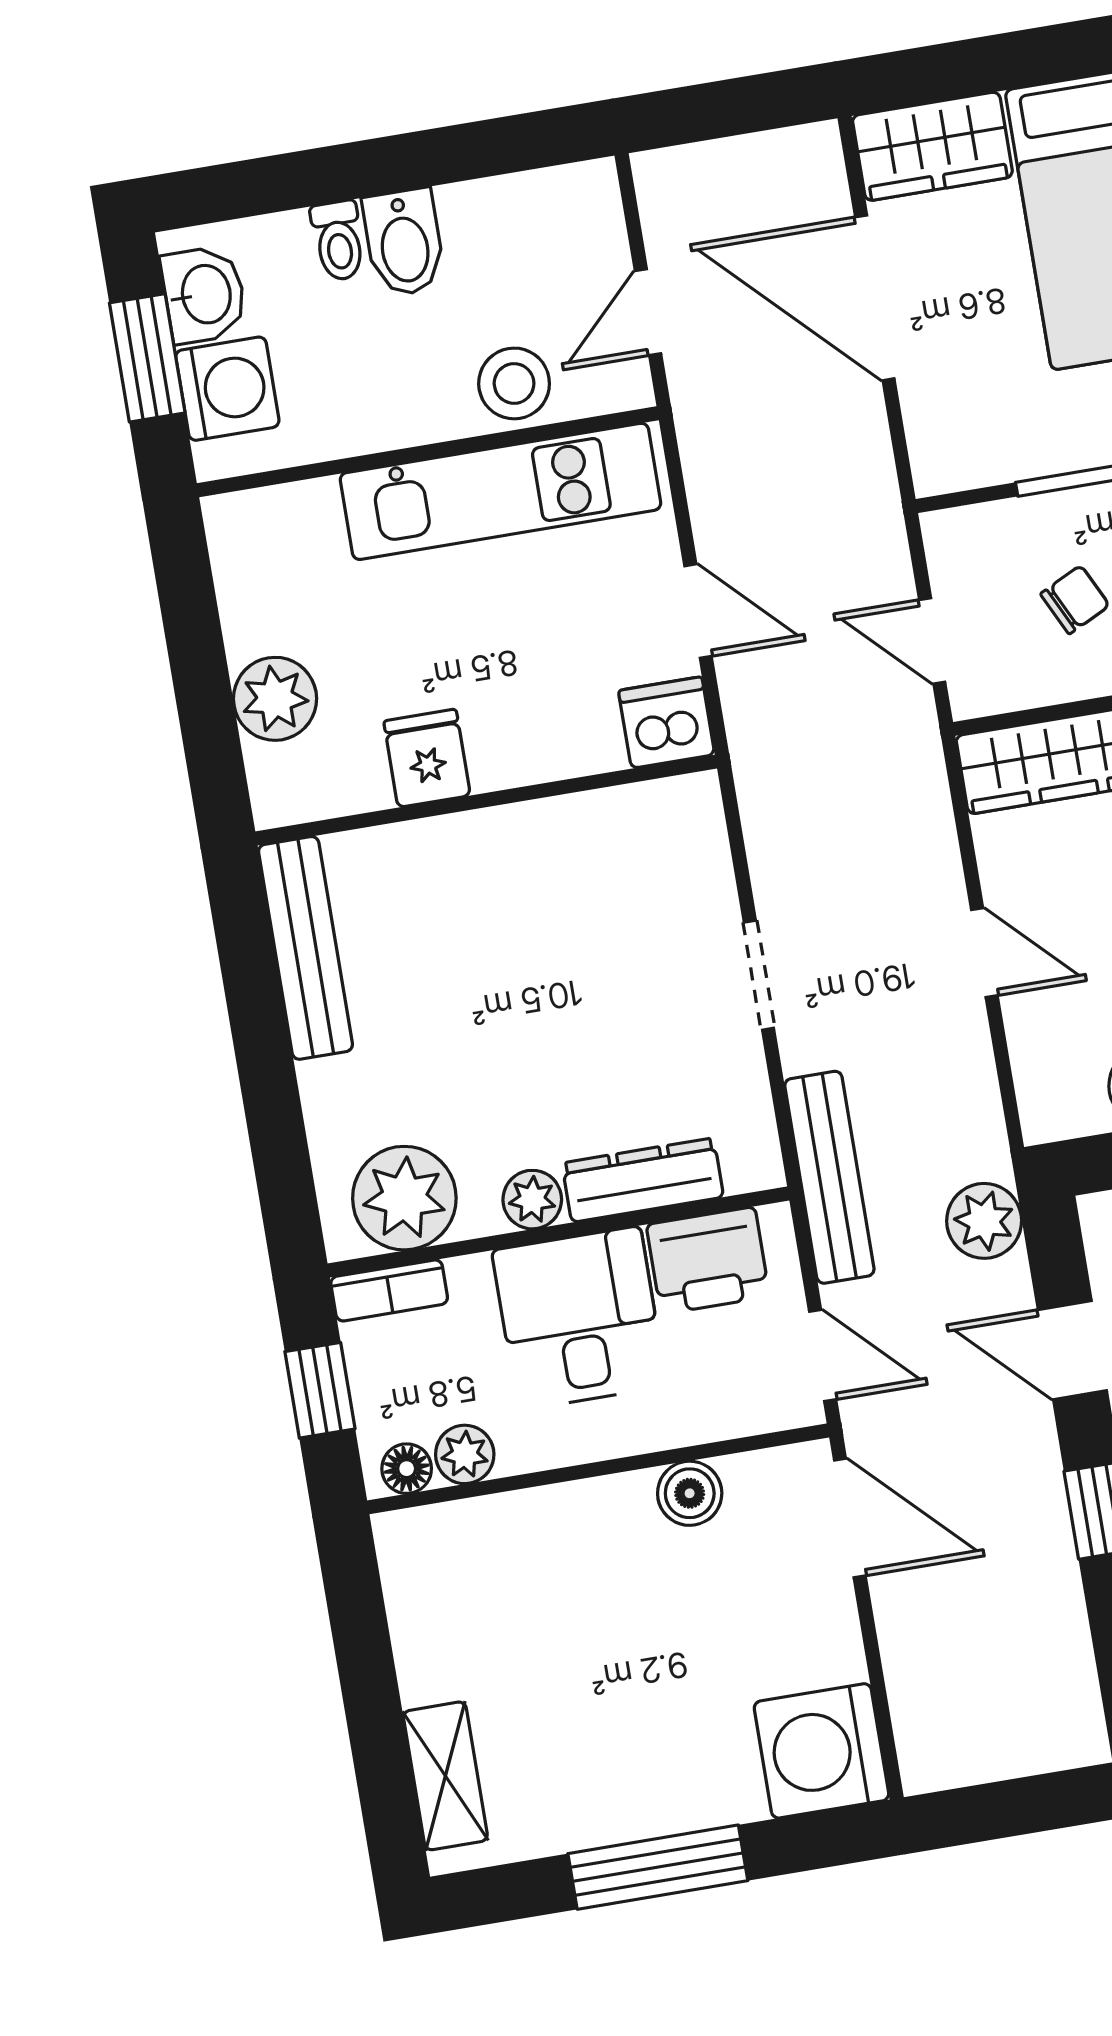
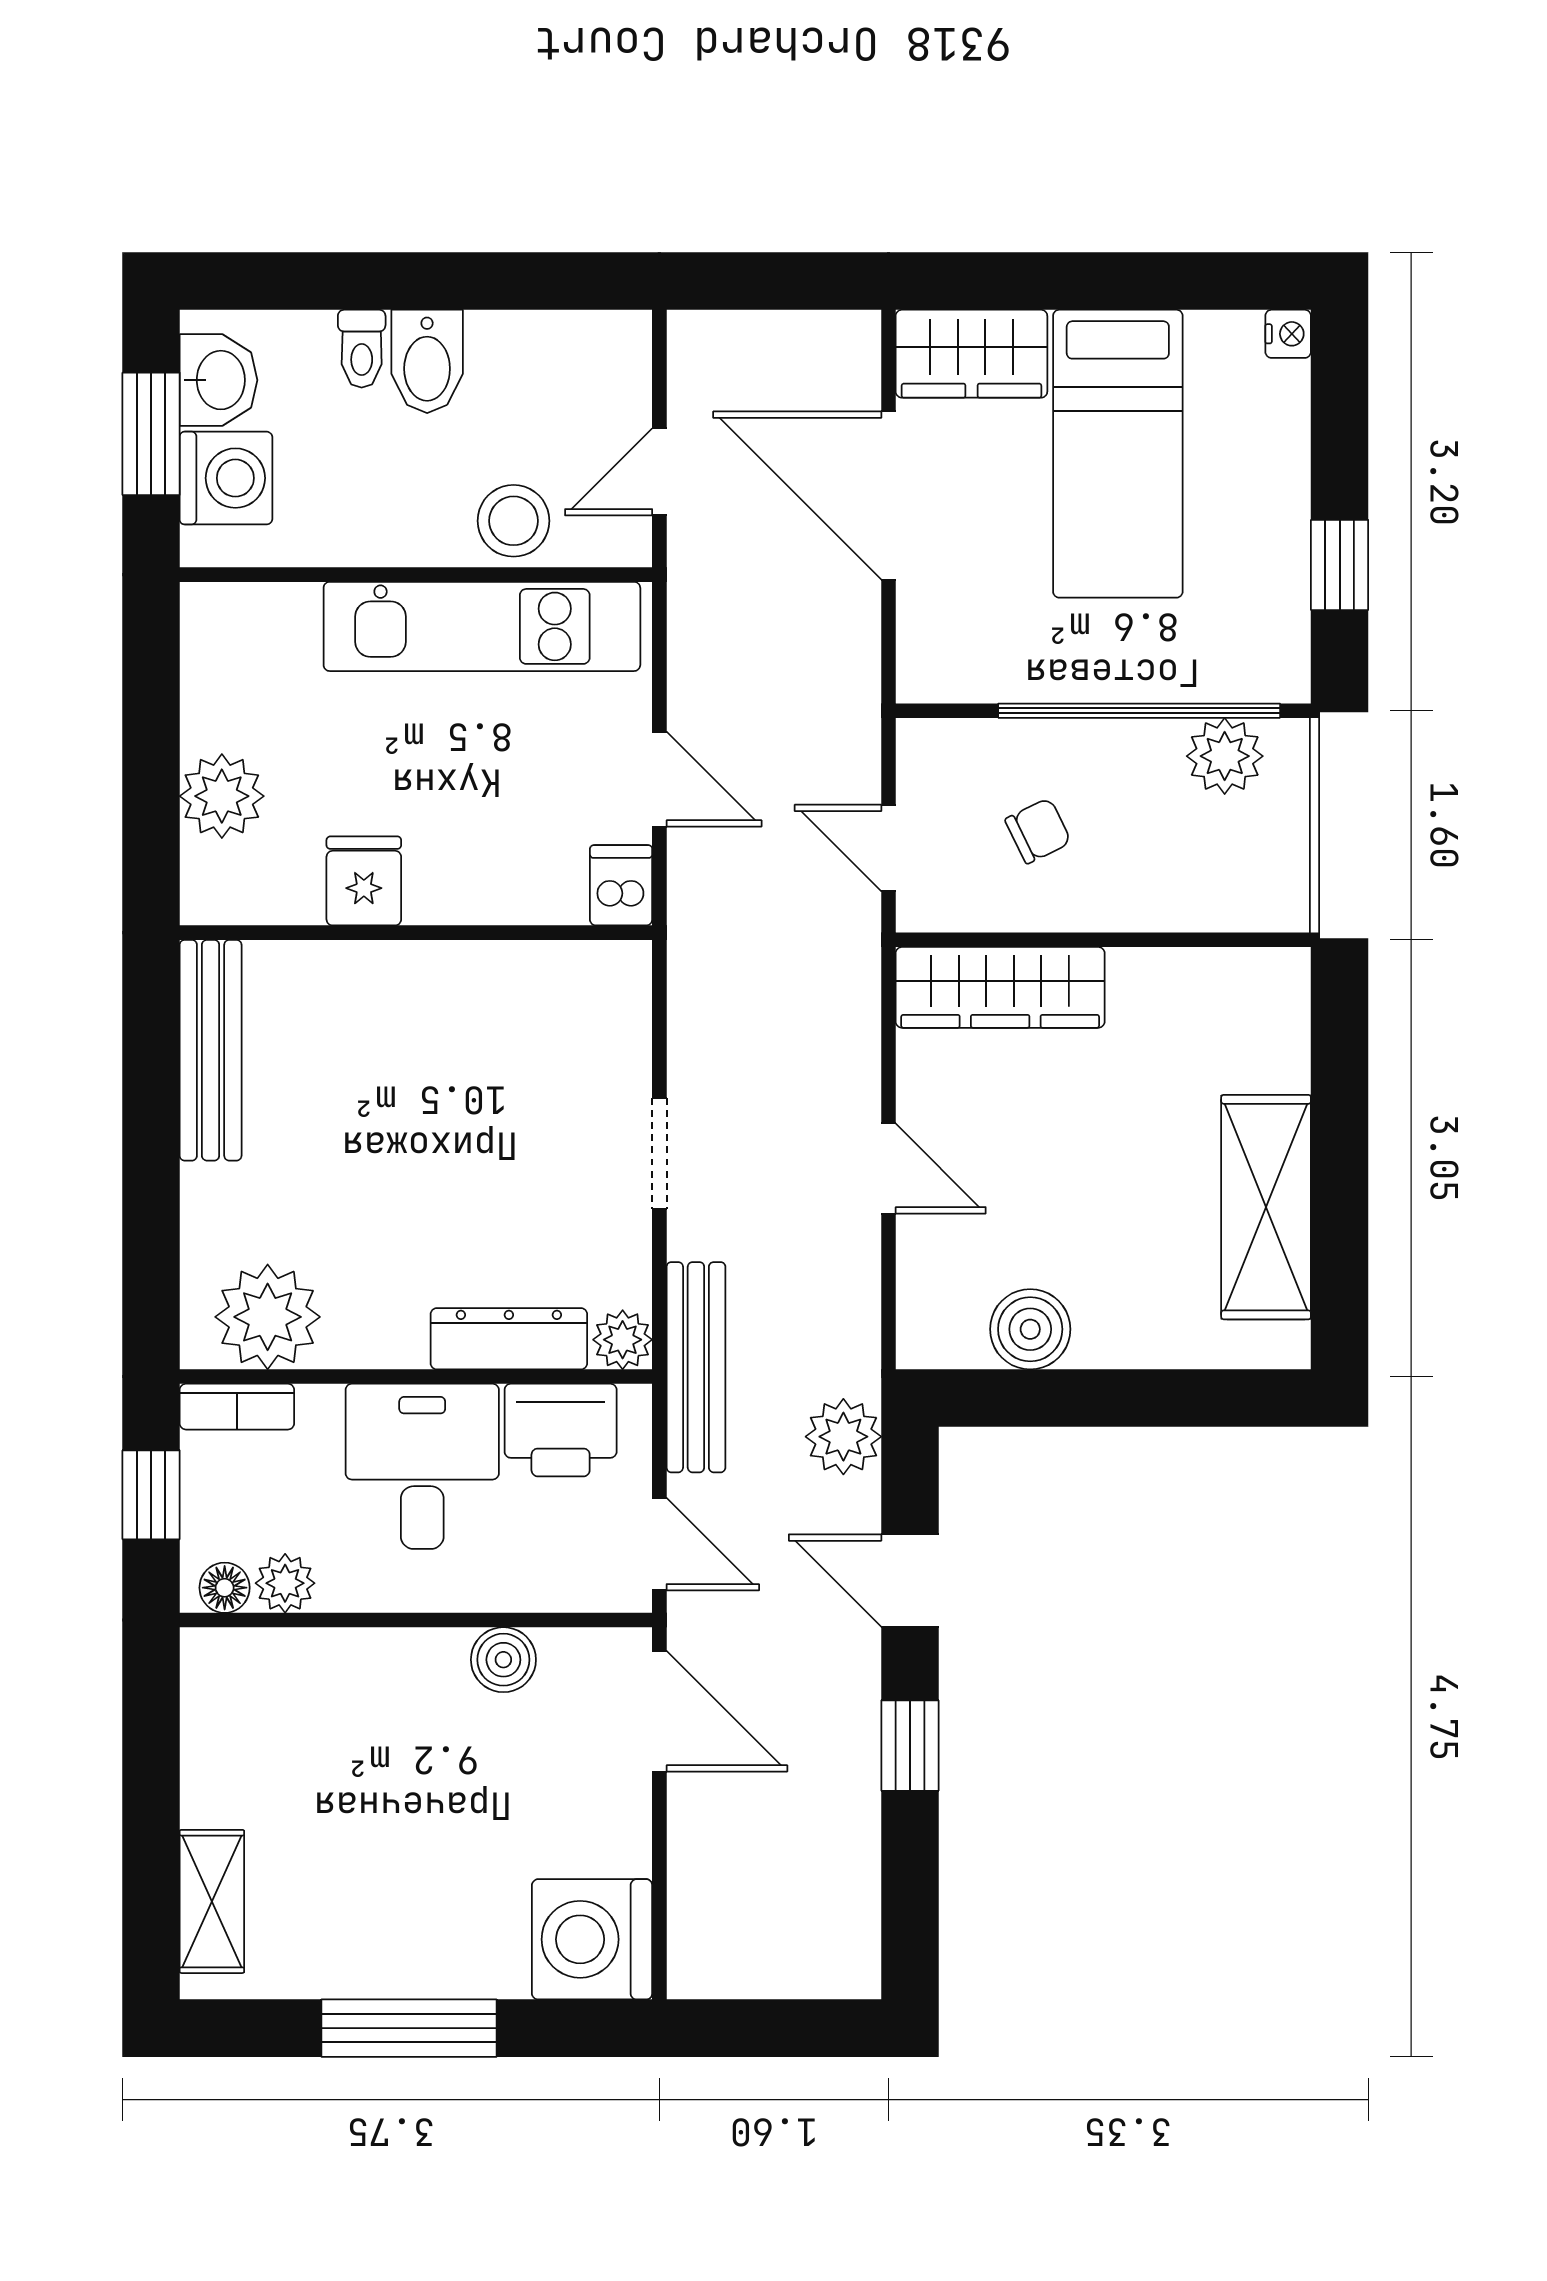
dishwasher: (667, 723) -> (621, 885), width x0.73
plant: (532, 1200) -> (623, 1340), moved

